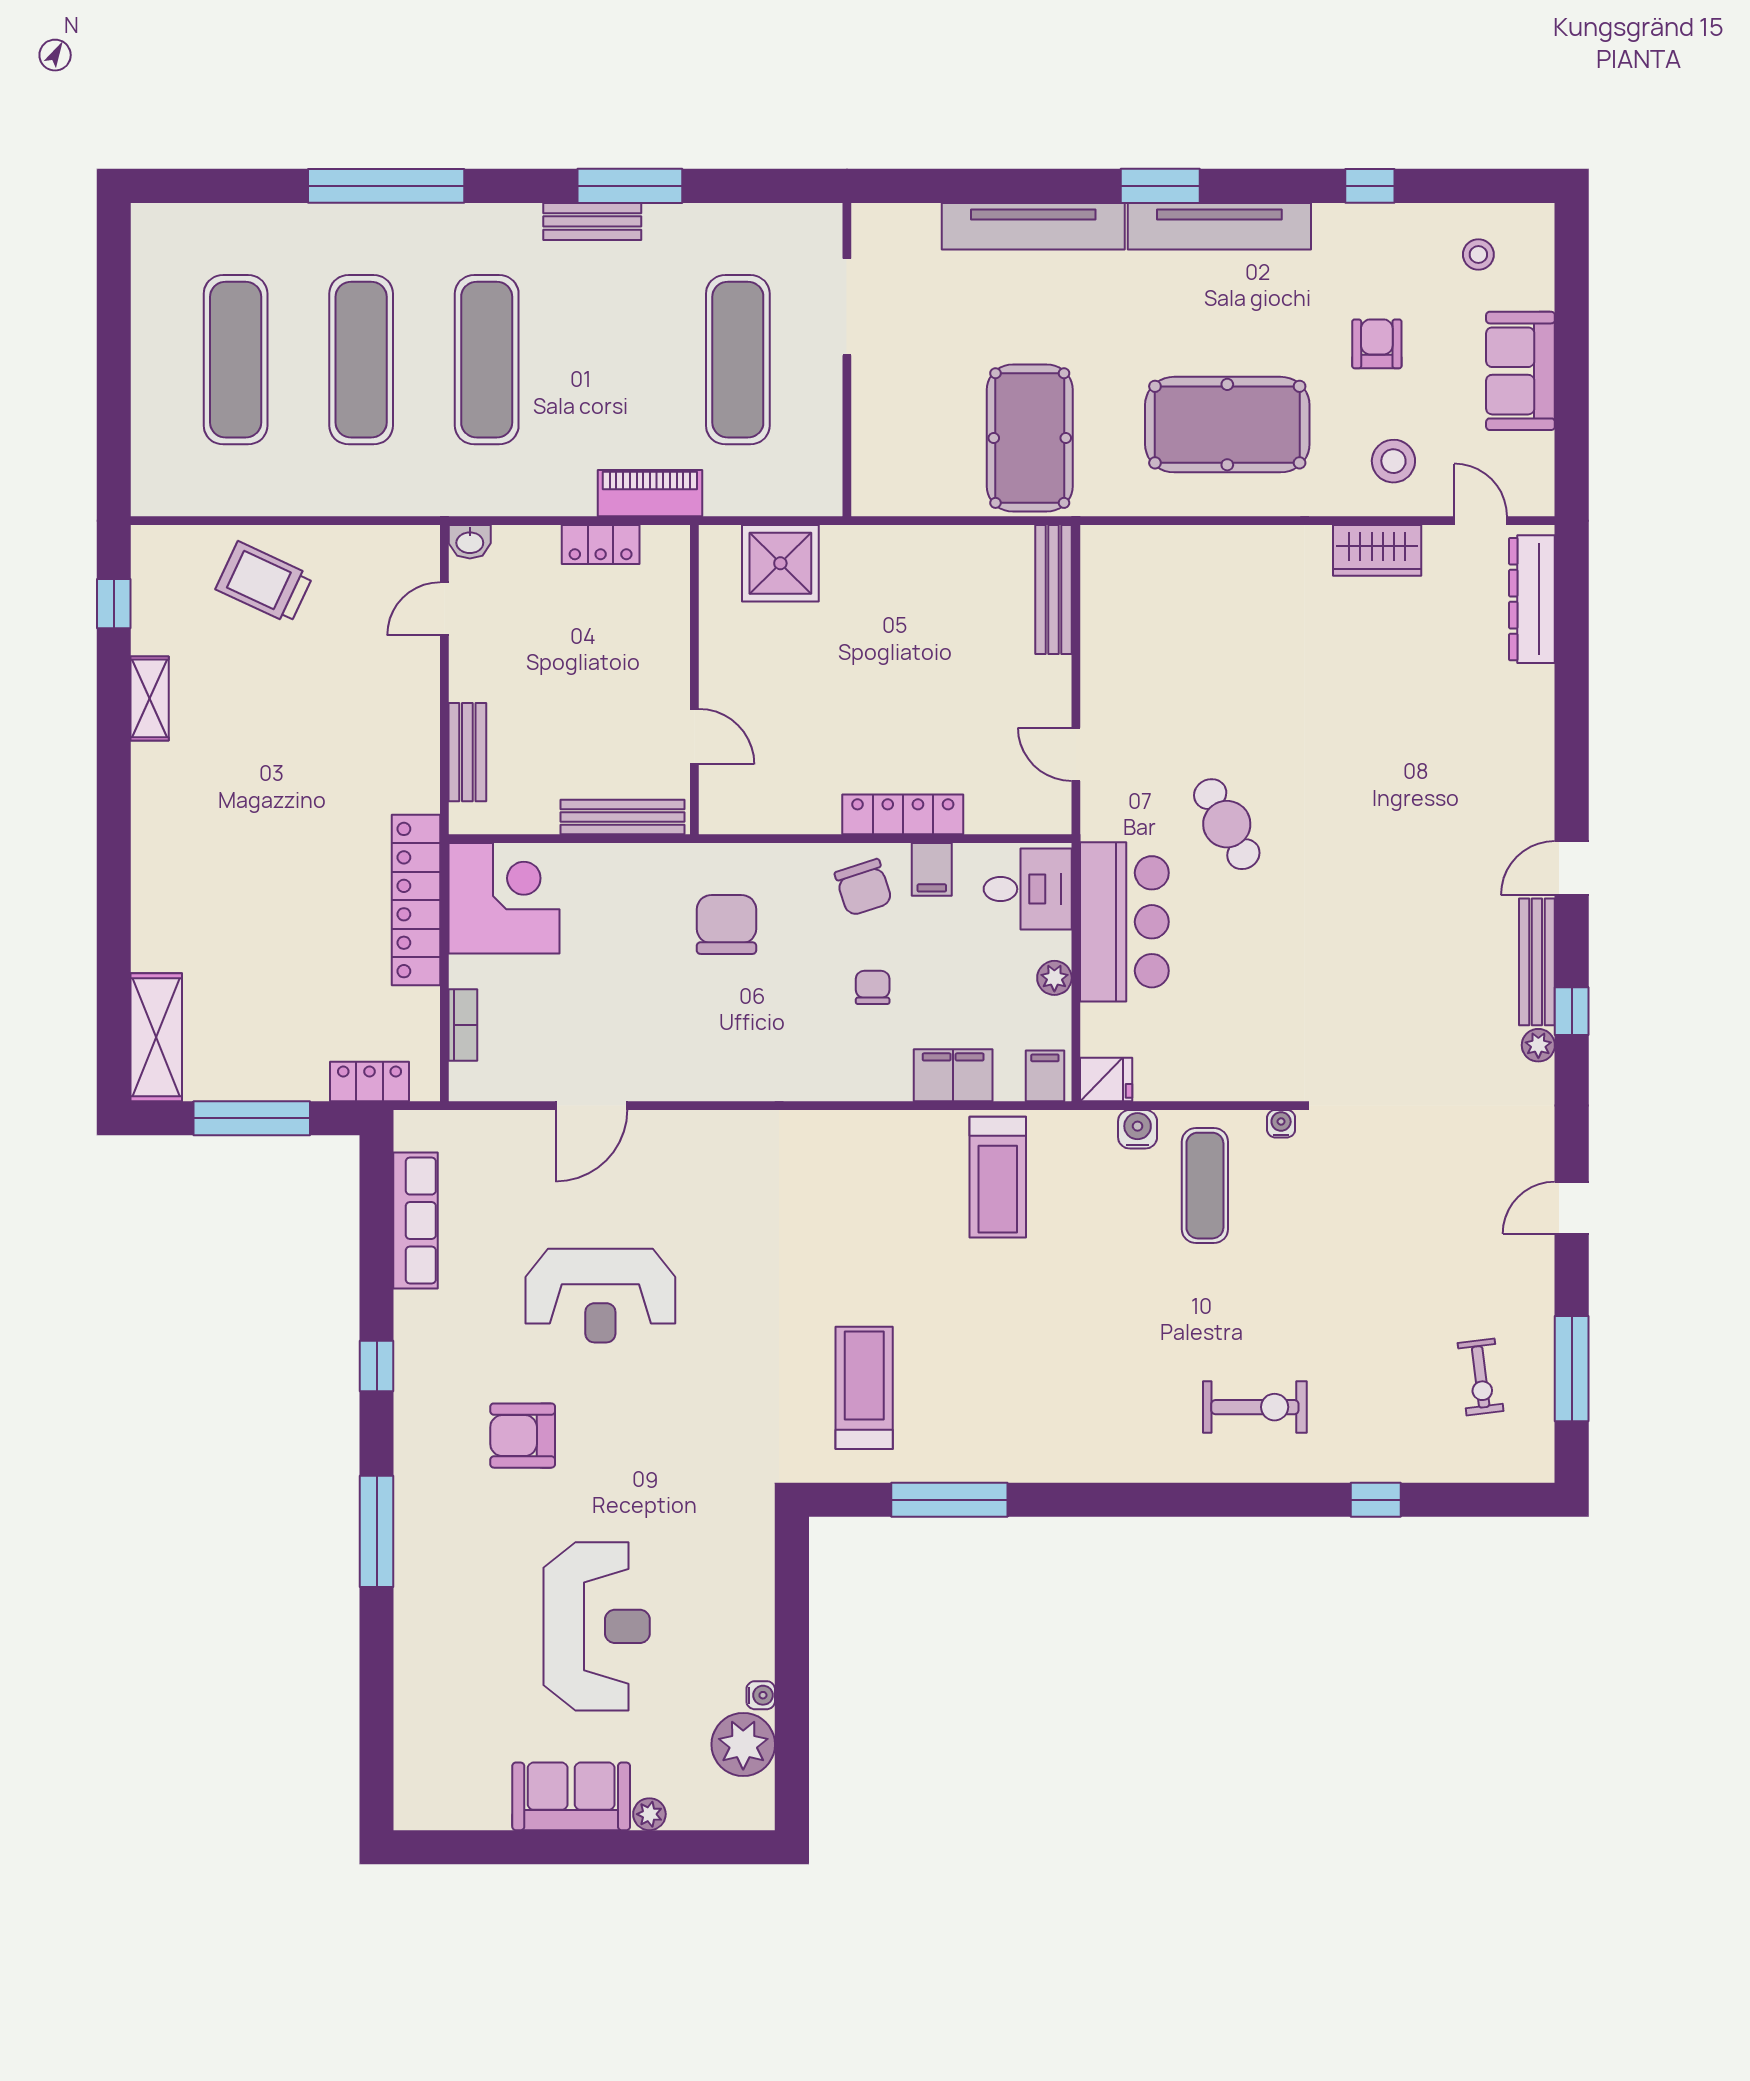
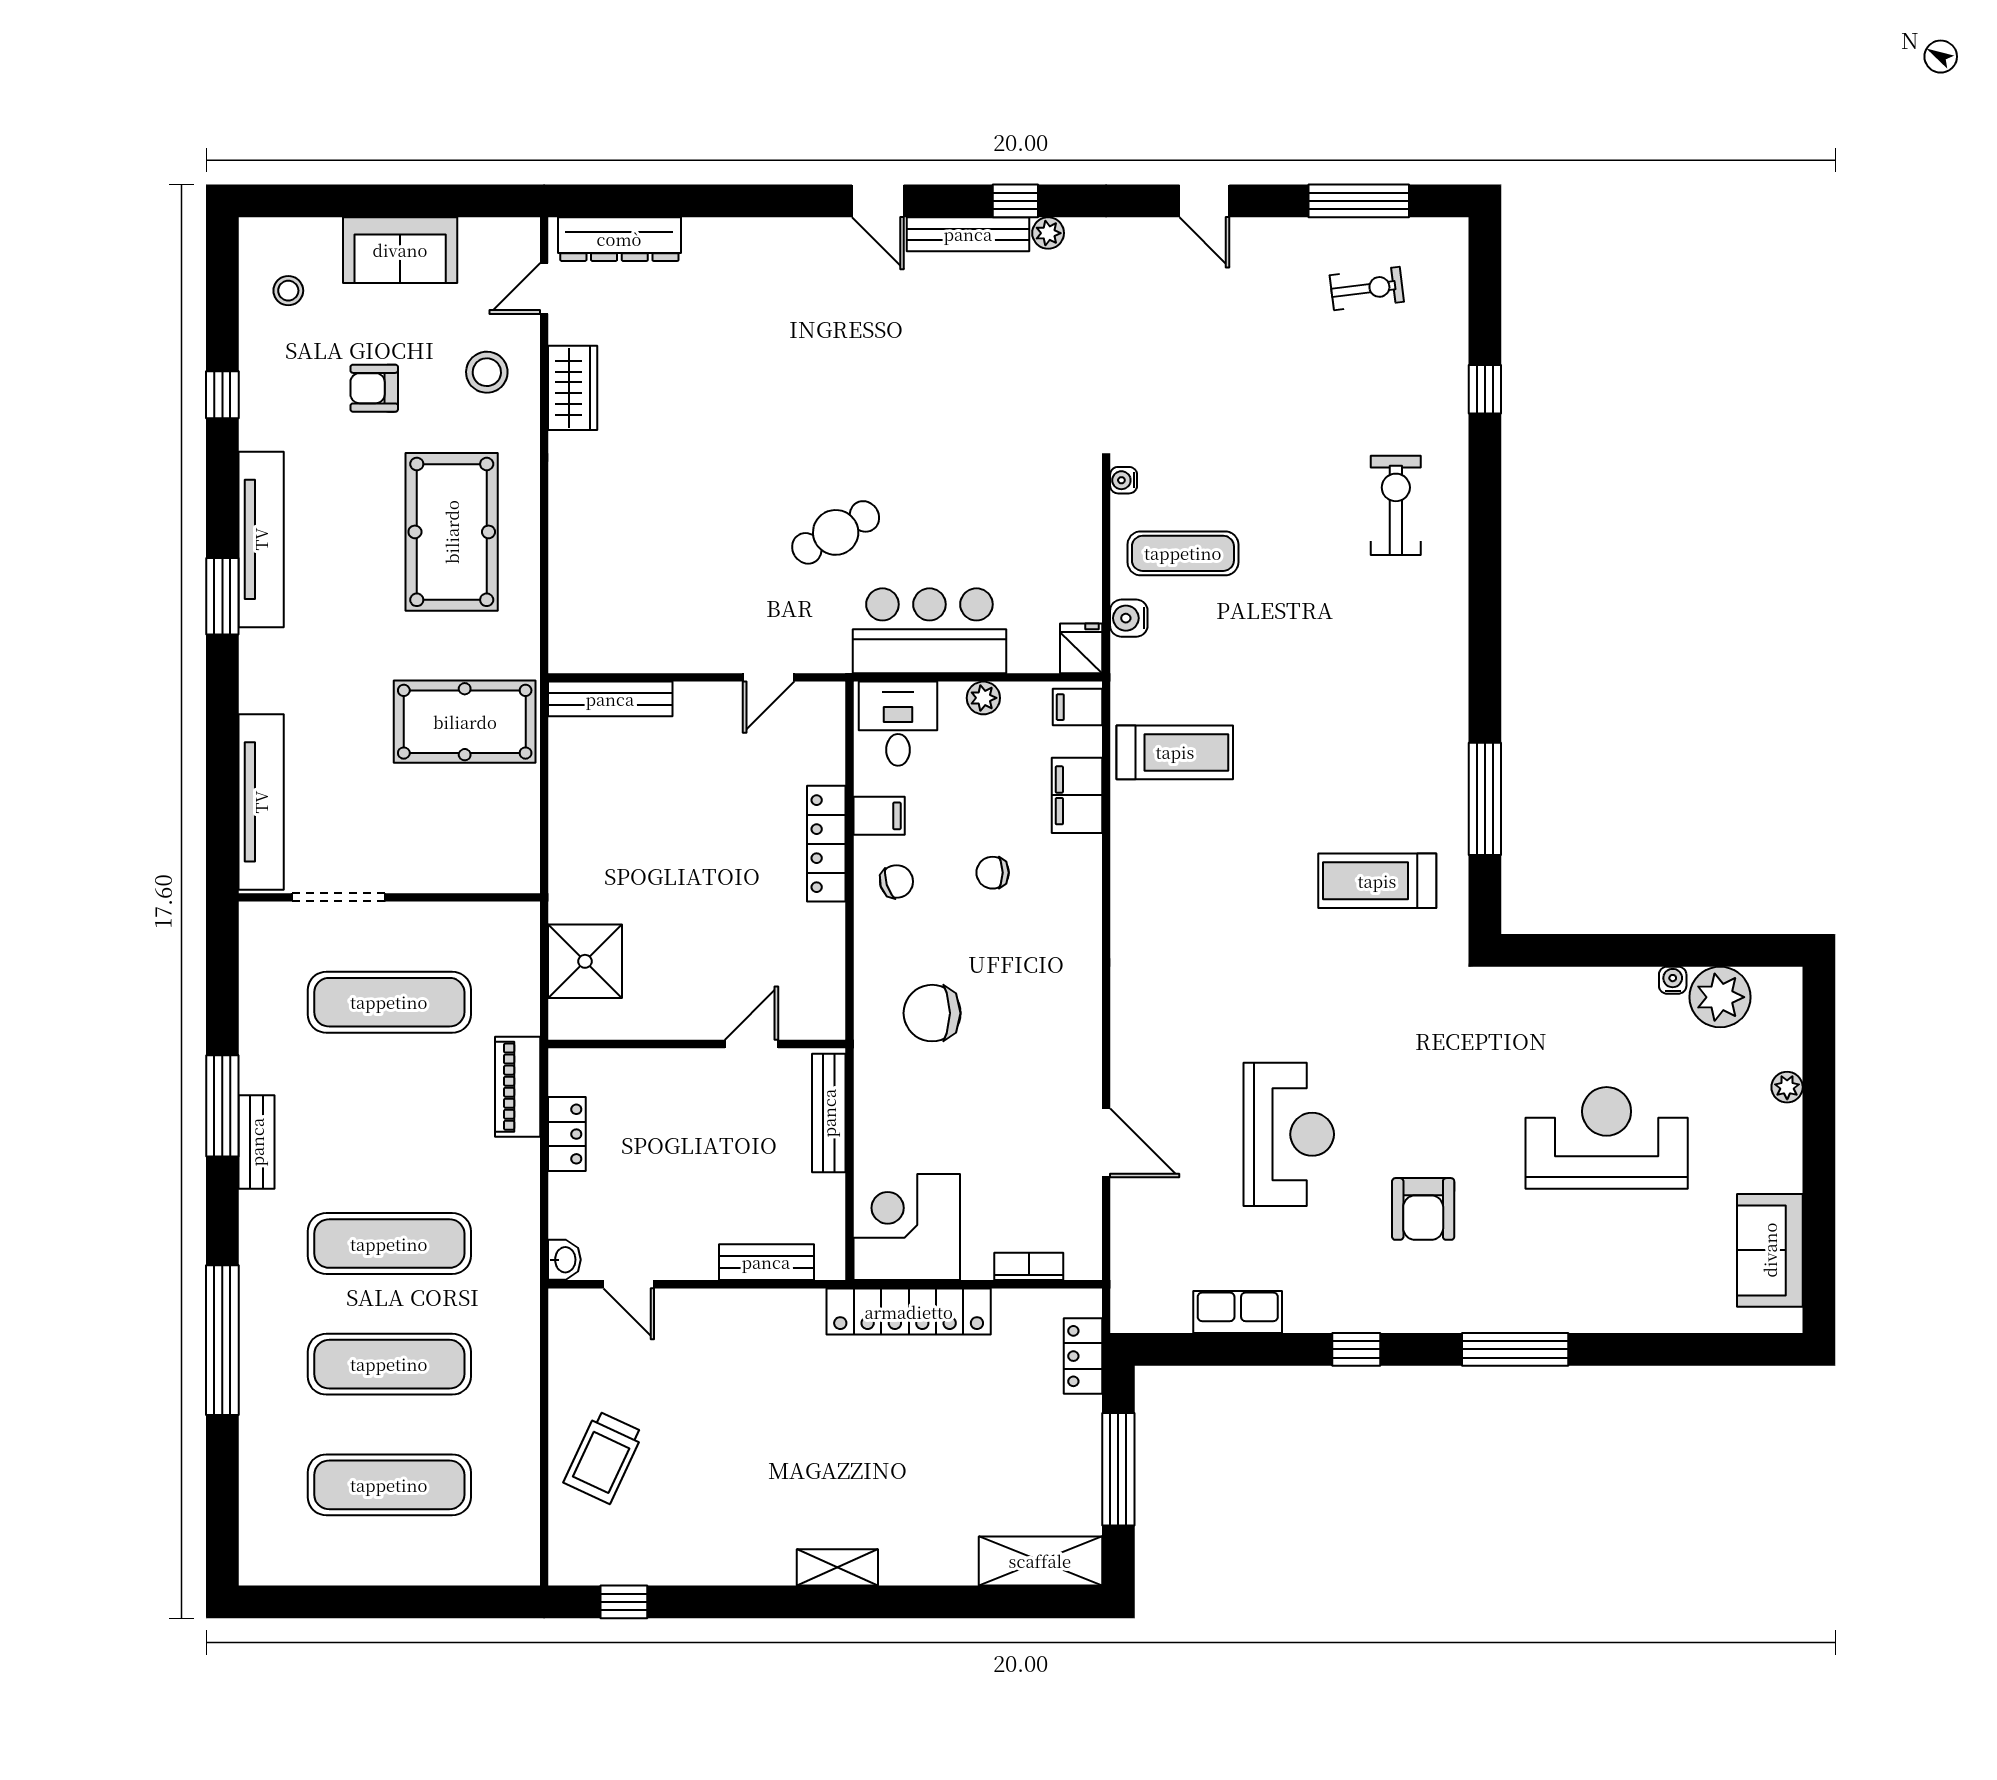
tv unit: (1033, 226) -> (261, 802), moved
shelving: (150, 698) -> (837, 1567), moved
chair: (863, 887) -> (897, 882), width x0.73, depth x0.73
row of seats: (415, 1221) -> (1238, 1312), width x0.68
sofa: (571, 1796) -> (1770, 1250), moved

